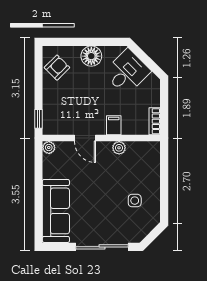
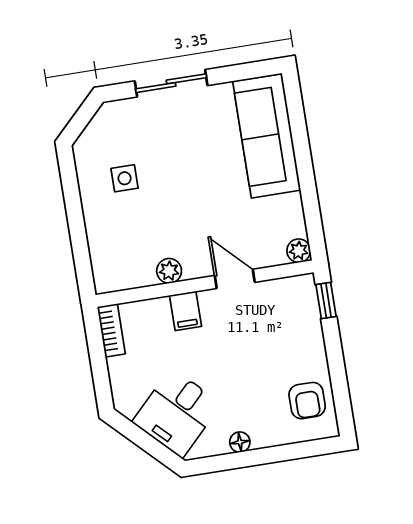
floor lamp: (91, 56) -> (240, 442), width x0.53, depth x0.53
armchair: (57, 68) -> (307, 401), turned -45
sliding door: (102, 247) -> (171, 83), width x0.73

